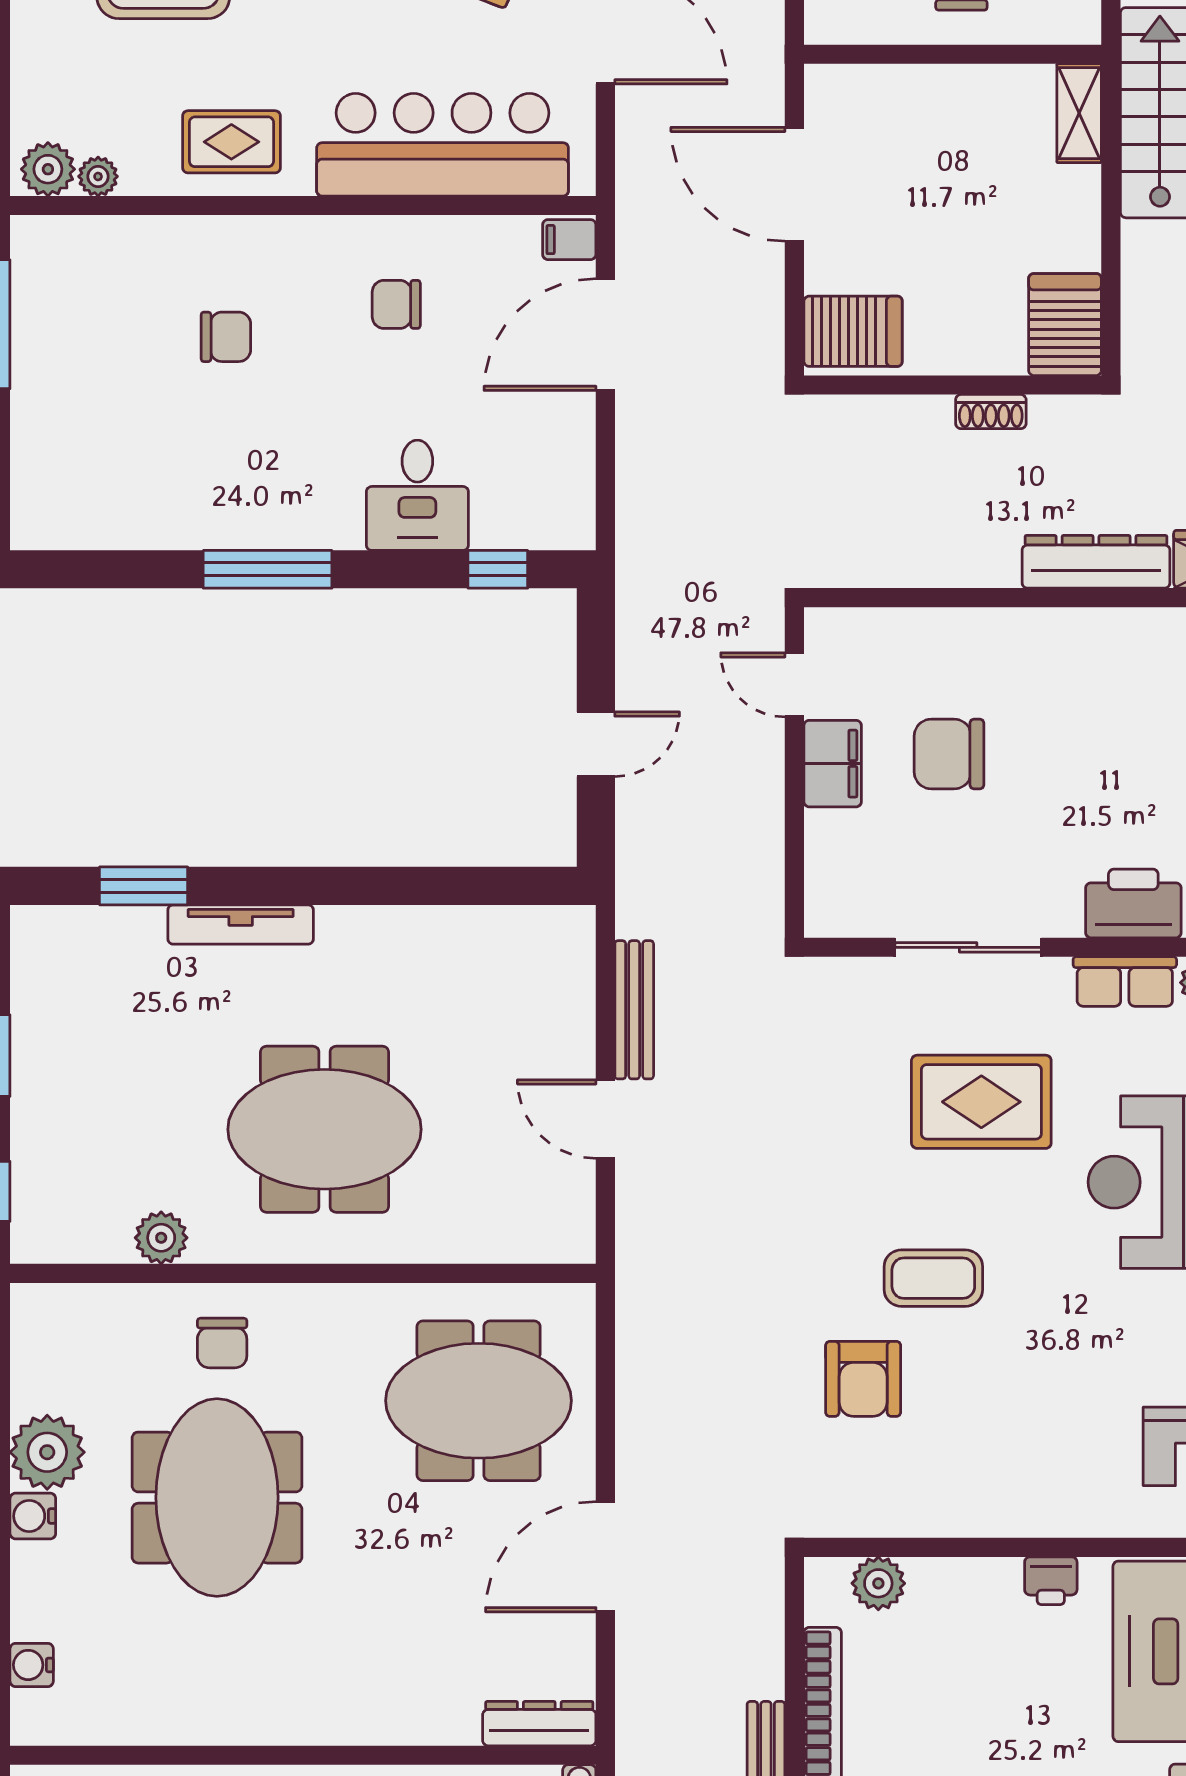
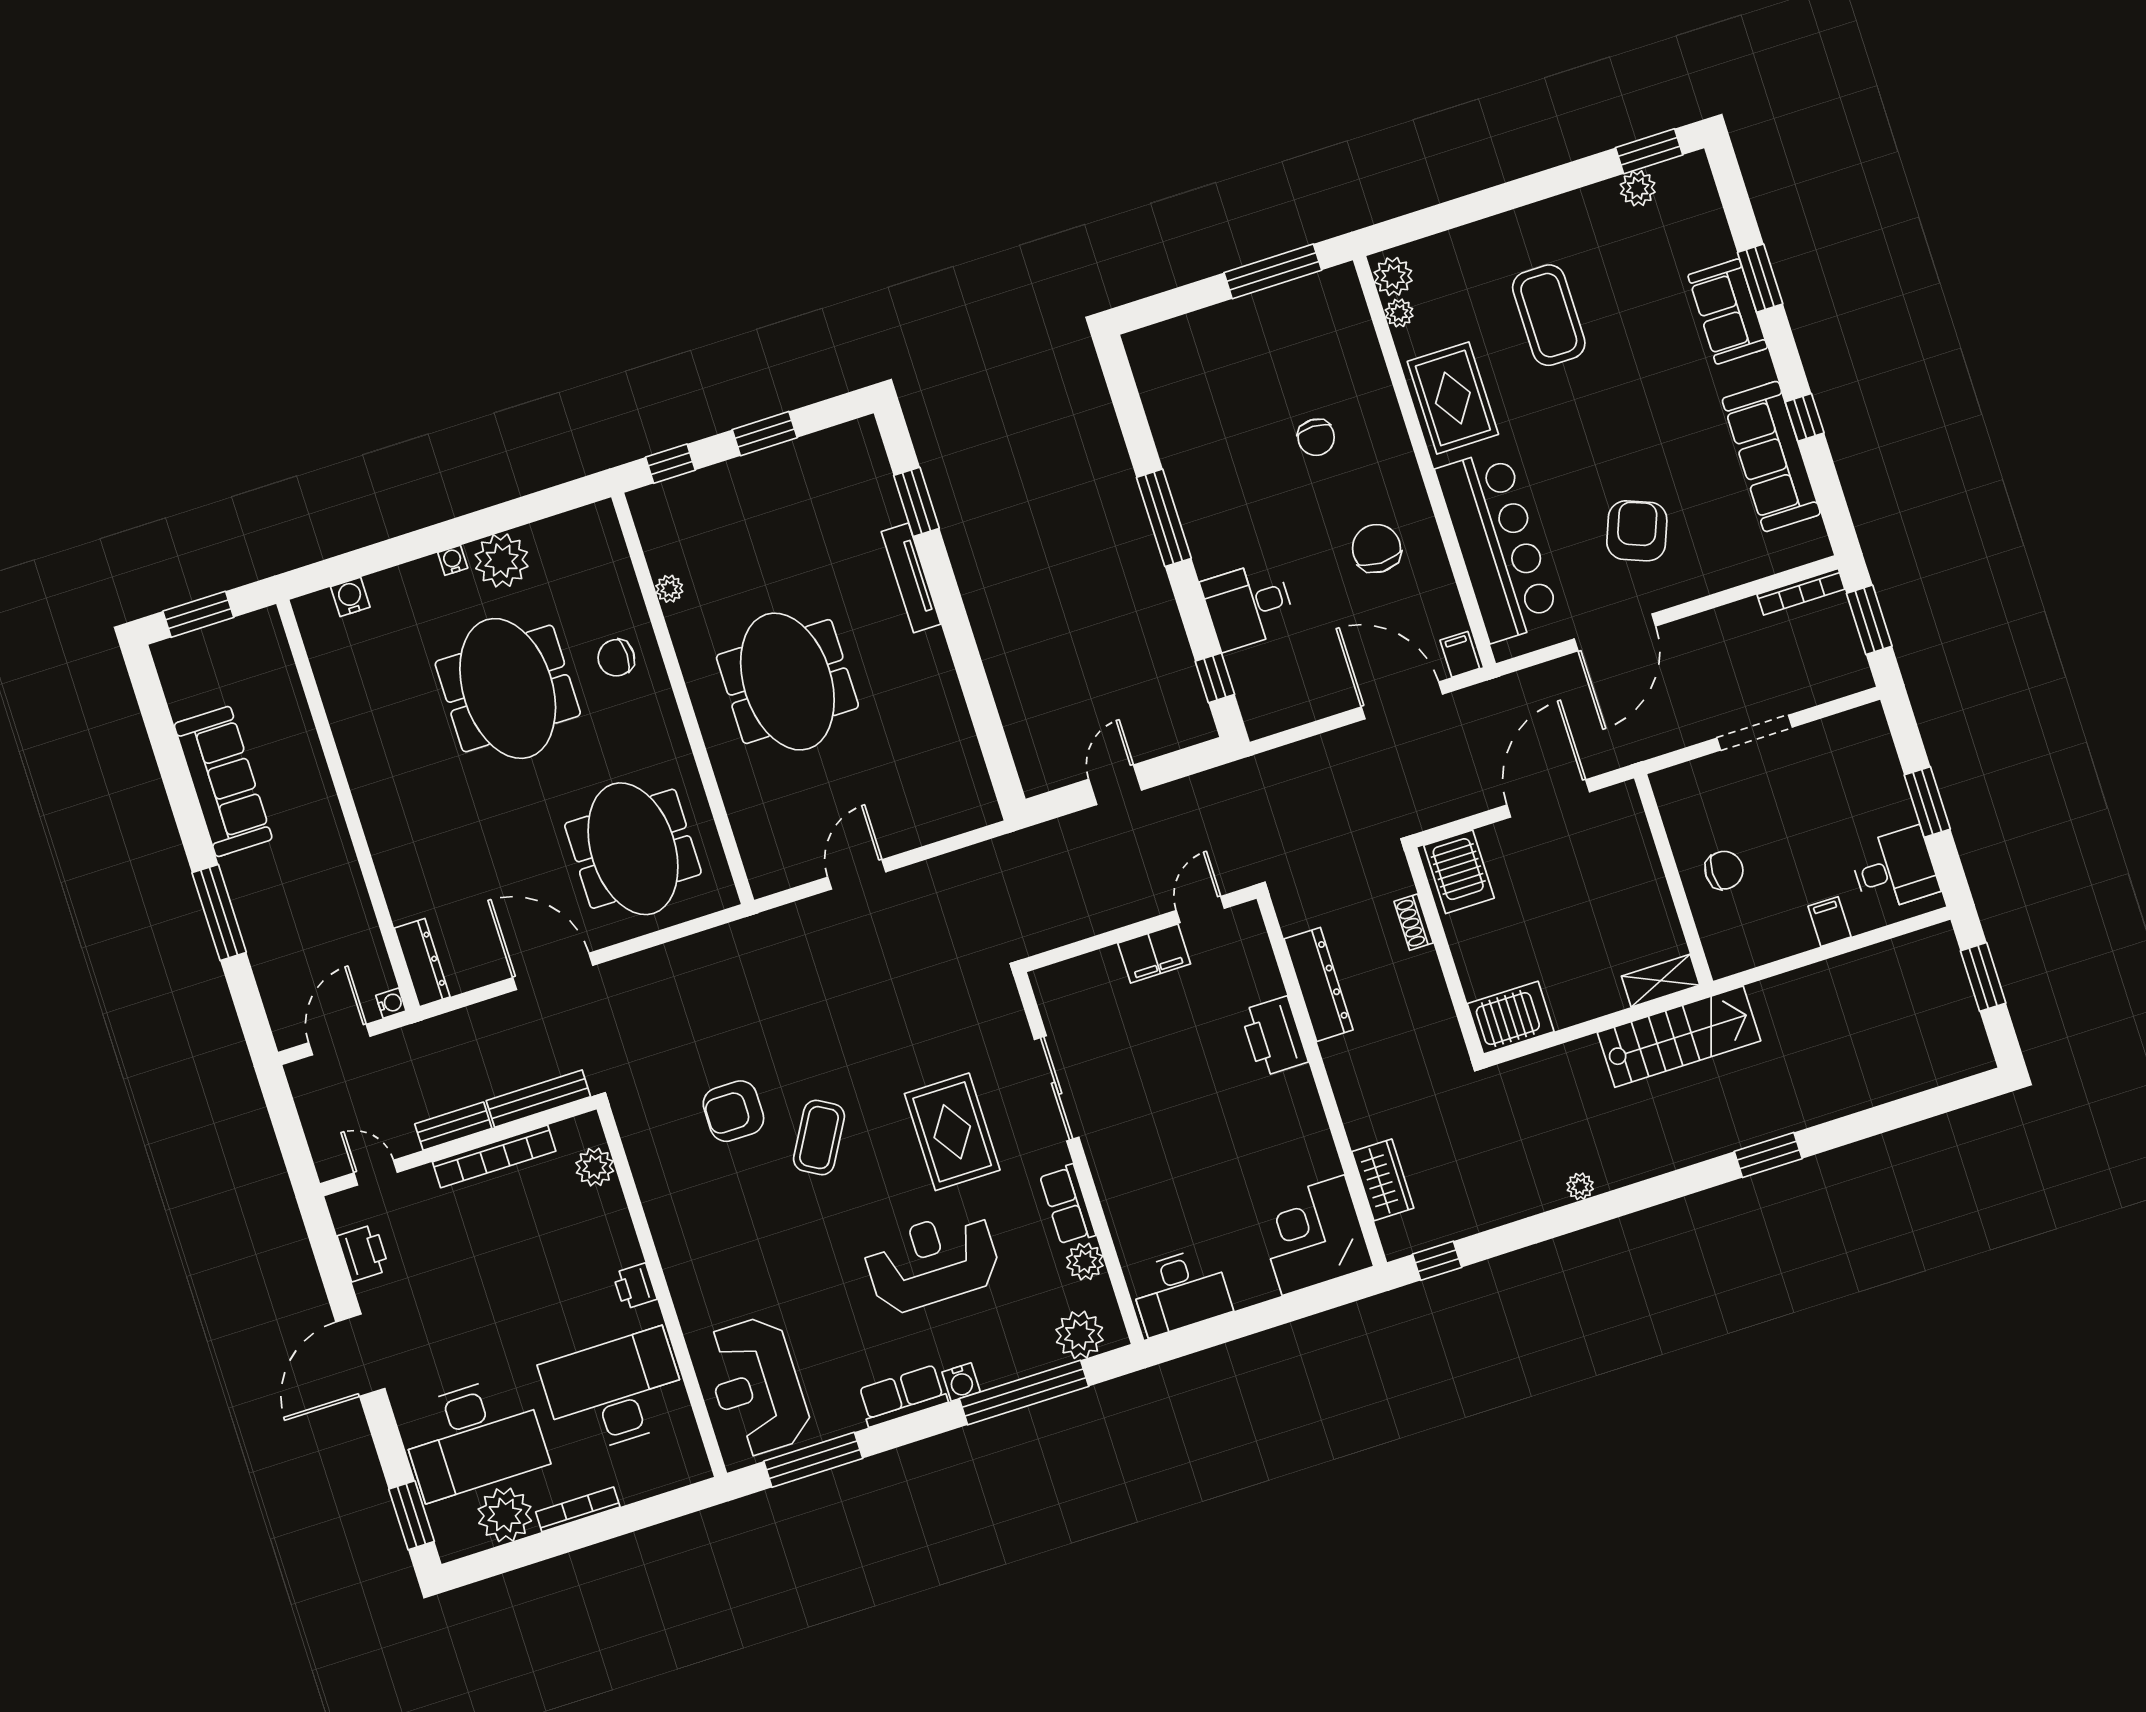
rug: (231, 142) -> (1453, 398), width x1.36, depth x1.43
chair: (396, 304) -> (1376, 548), width x1.37, depth x1.37
shoe rack: (991, 412) -> (1414, 922), moved
dresser: (1096, 562) -> (1318, 984), moved
door: (596, 744) -> (1115, 785), swing flipped
chair: (949, 754) -> (1187, 1032), removed
printer: (1133, 903) -> (1274, 1036), moved, turned 180
bench: (634, 1010) -> (538, 1099), moved
plant: (161, 1238) -> (669, 589), width x0.73, depth x0.73
coffee table: (933, 1278) -> (819, 1138), turned 30
meeting table: (217, 1498) -> (508, 688), turned 90
water cooler: (33, 1516) -> (453, 560), width x0.72, depth x0.72

